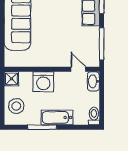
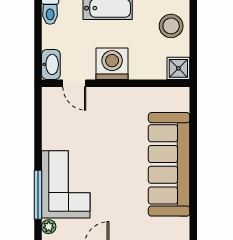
window: (102, 44) -> (38, 123), removed
washing machine: (43, 82) -> (112, 64), moved

